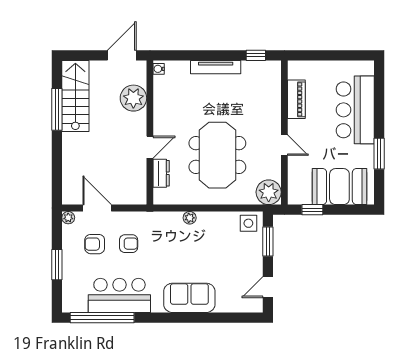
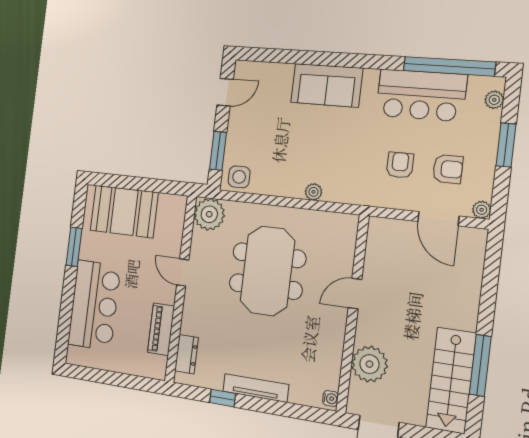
window: (256, 55) -> (223, 398), moved
dresser: (161, 173) -> (187, 354), moved, turned 180
window: (312, 210) -> (159, 186), removed
armchair: (129, 244) -> (400, 165), turned 90
plant: (68, 296) -> (494, 100), added

